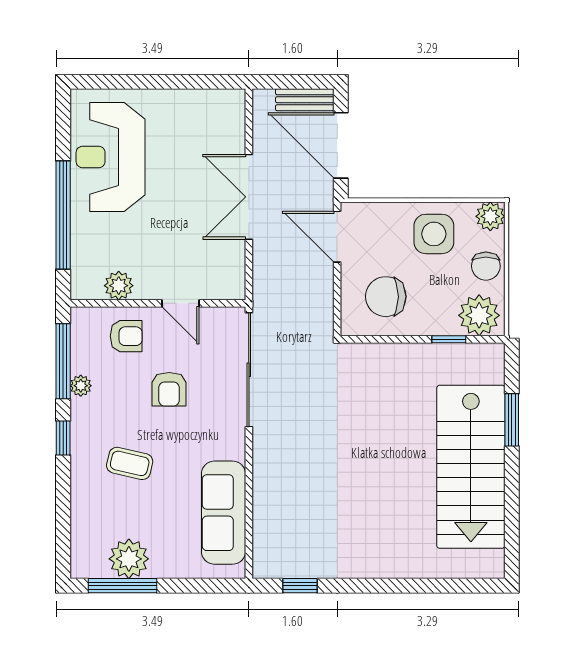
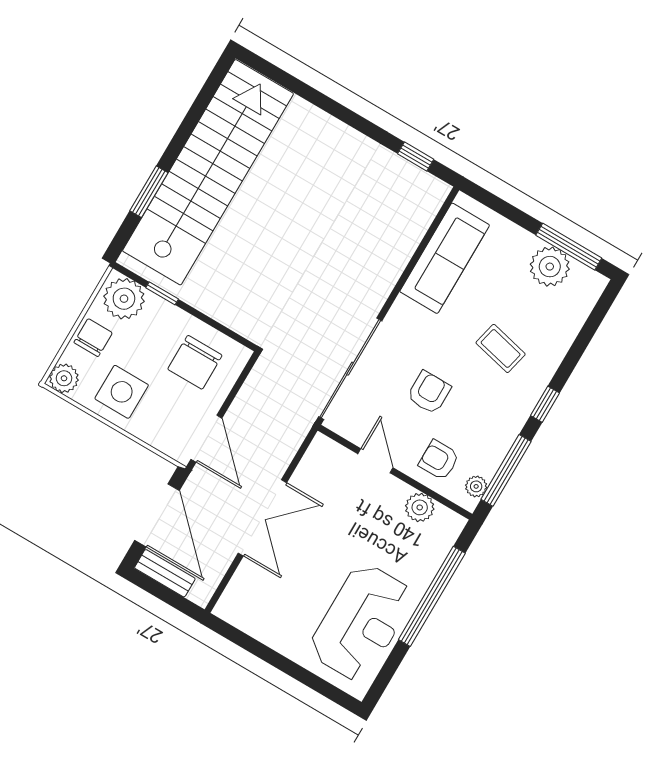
chair: (386, 297) -> (195, 362), turned 90
plant: (81, 386) -> (476, 486), moved
stairs: (471, 467) -> (208, 172), width x1.36

